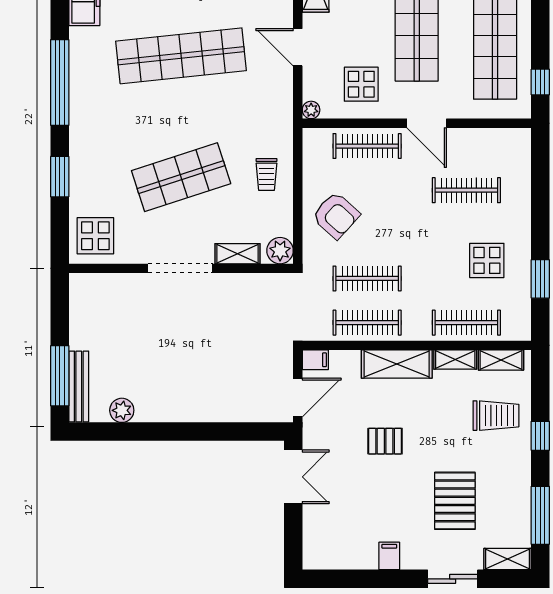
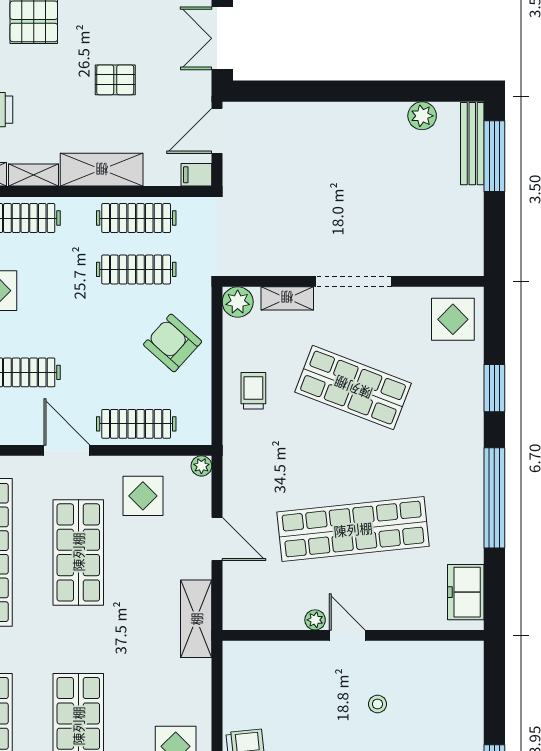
shop shelf: (181, 177) -> (353, 388), turned 39

